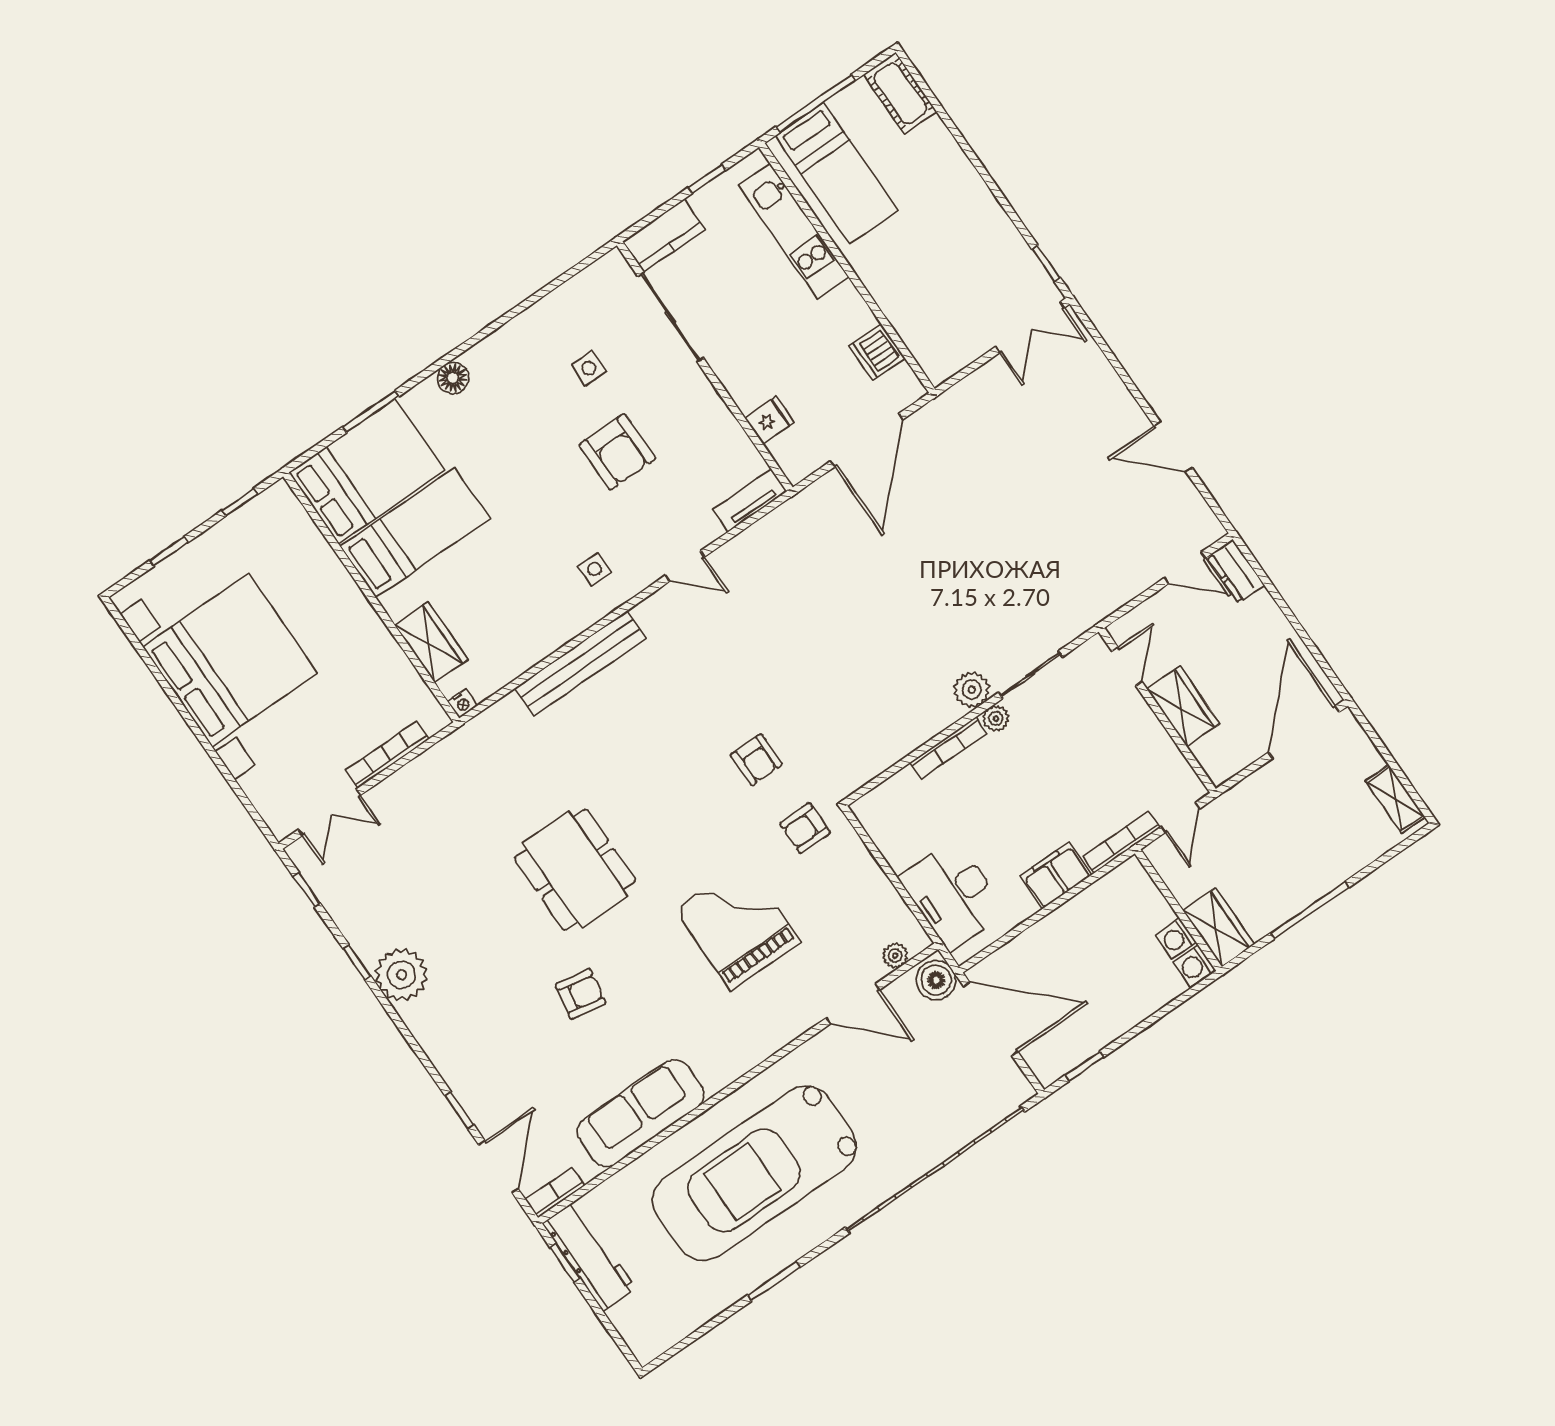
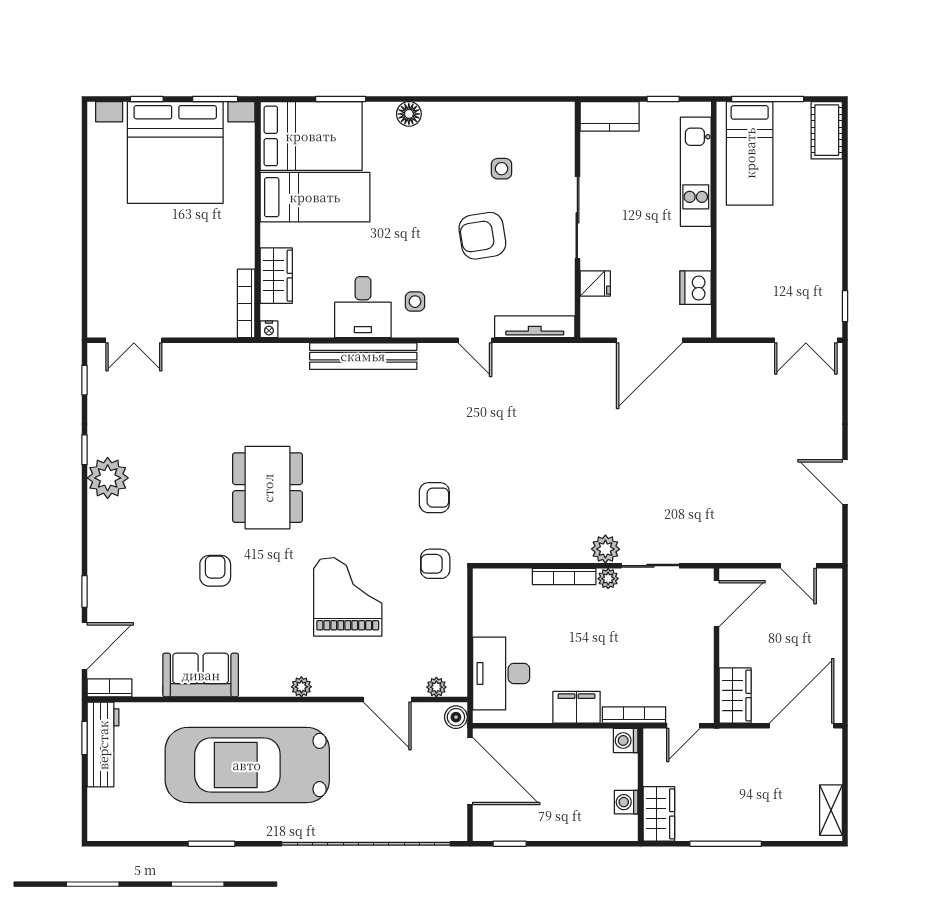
sliding door: (671, 317) -> (577, 218), moved
armchair: (617, 452) -> (482, 236), turned 81
tv unit: (750, 500) -> (535, 327), width x1.41
window: (240, 502) -> (215, 99), width x1.50
dresser: (1236, 571) -> (830, 591), removed
desk: (544, 612) -> (363, 307), added
bed with nightstands: (230, 660) -> (175, 152), moved, turned 90
door: (1127, 666) -> (716, 604), width x1.38
wardrobe: (1183, 706) -> (735, 696), moved
bookcase: (387, 755) -> (246, 303), moved, turned -90
armchair: (756, 760) -> (434, 498), turned -90
washing machine: (1194, 966) -> (626, 741), moved
boiler: (936, 980) -> (456, 717), width x0.73, depth x0.73
armchair: (581, 994) -> (215, 571), turned -100
plant: (754, 1053) -> (301, 687), added
sofa: (641, 1113) -> (201, 675), width x0.73

